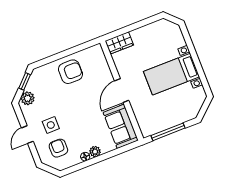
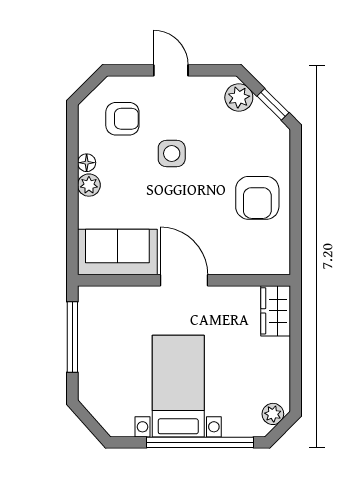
plant: (167, 26) -> (273, 414), added
window: (193, 54) -> (200, 442), added
side table: (51, 125) -> (172, 153), moved

